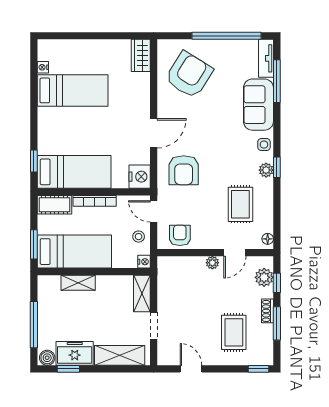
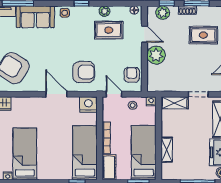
plant: (266, 170) -> (104, 11), moved
door: (154, 211) -> (114, 94), swing flipped
armchair: (180, 235) -> (132, 75), turned 90
plant: (212, 263) -> (156, 55), width x1.88, depth x1.88

